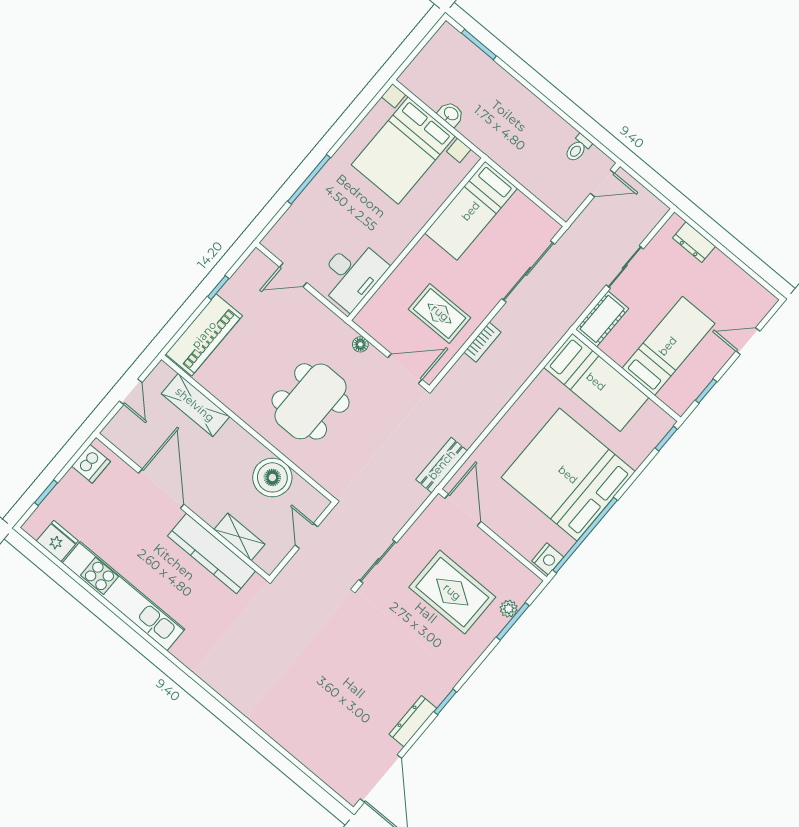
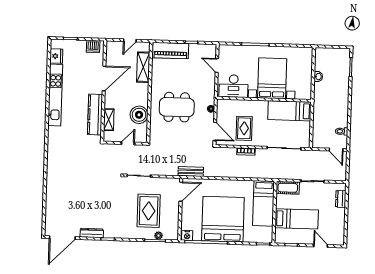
bed with nightstands: (403, 150) -> (272, 78), moved, turned 90

